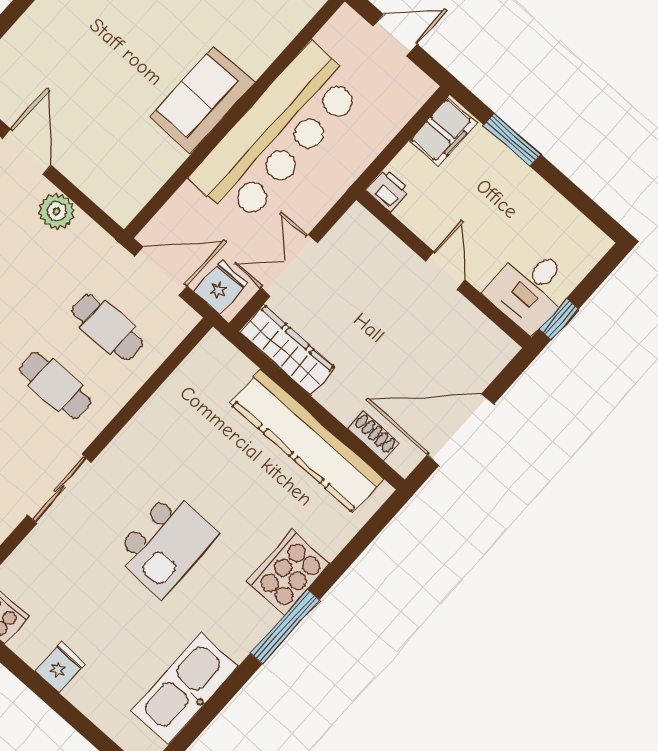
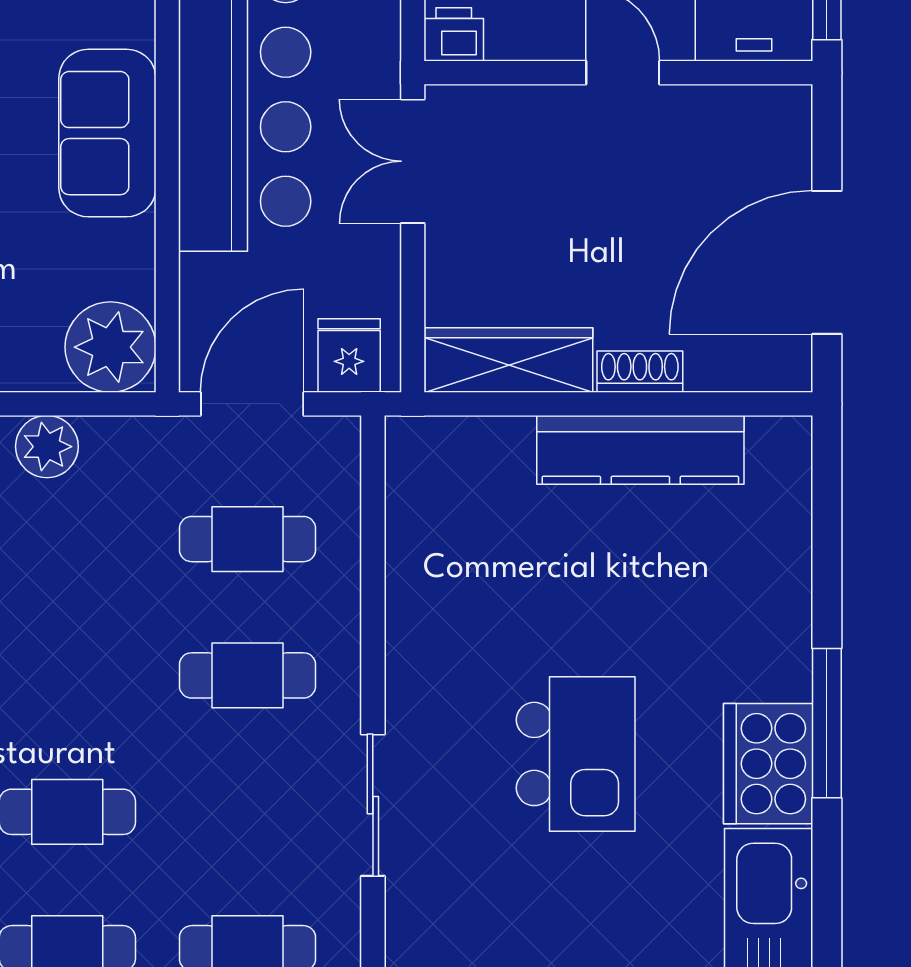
plant: (122, 193) -> (110, 347), added
double door: (289, 265) -> (413, 161), moved
shoe rack: (373, 436) -> (640, 372), moved
kitchen counter: (307, 441) -> (640, 450), width x0.72, depth x0.86
cooker: (288, 572) -> (768, 764), moved

